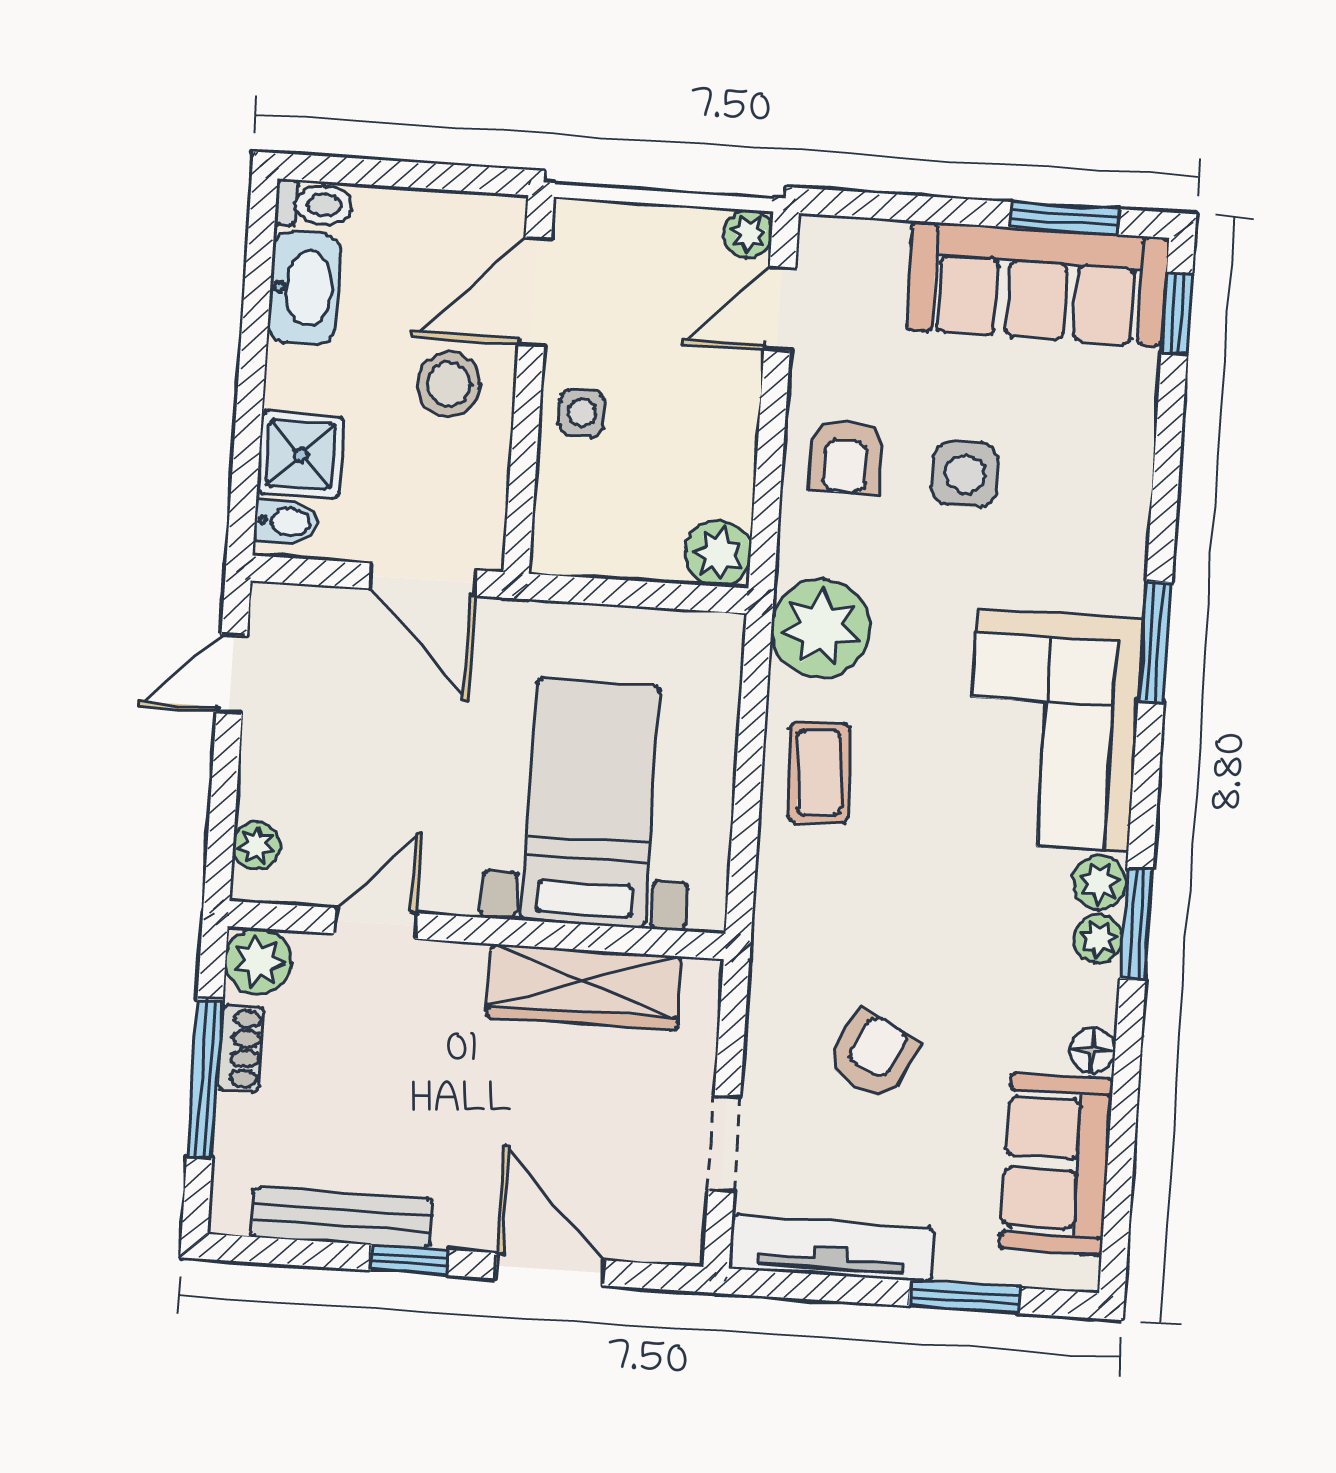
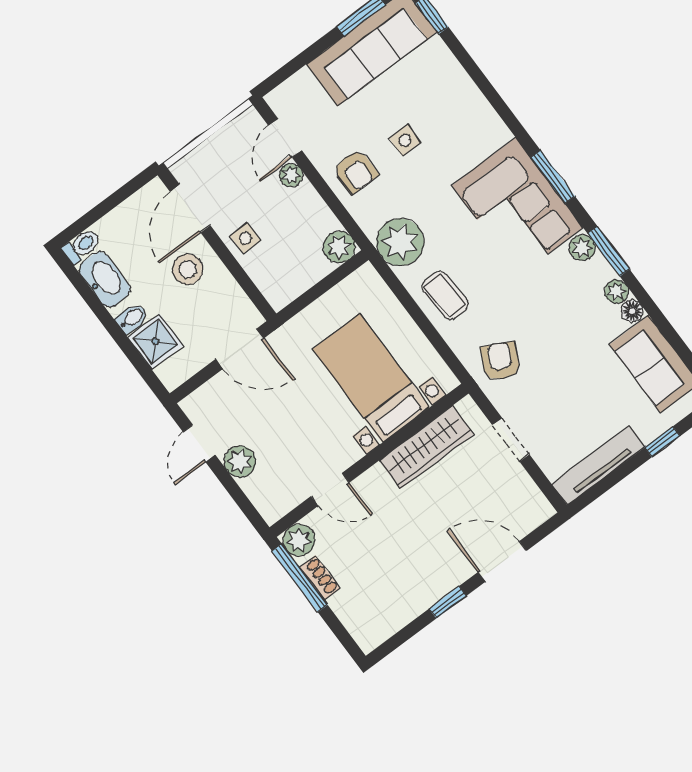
plant: (748, 234) -> (291, 175), moved
side table: (965, 474) -> (405, 140), width x0.73, depth x0.73
bidet: (286, 522) -> (132, 318), moved
window: (1155, 641) -> (553, 177), moved
plant: (257, 845) -> (240, 461), moved, width x1.38, depth x1.38
door: (376, 923) -> (330, 489), swing flipped
plant: (1098, 939) -> (616, 291), moved
armchair: (873, 1056) -> (500, 361), moved
window: (205, 1078) -> (300, 578), moved
doorway: (724, 1143) -> (511, 440), moved
bench: (341, 1218) -> (410, 608), removed
window: (964, 1297) -> (662, 442), width x0.67

